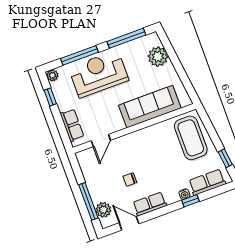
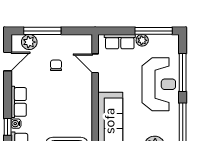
plant: (52, 75) -> (142, 40), moved
window: (50, 97) -> (154, 31), width x2.17
chair: (130, 179) -> (56, 65), moved
row of seats: (150, 204) -> (19, 102), moved

